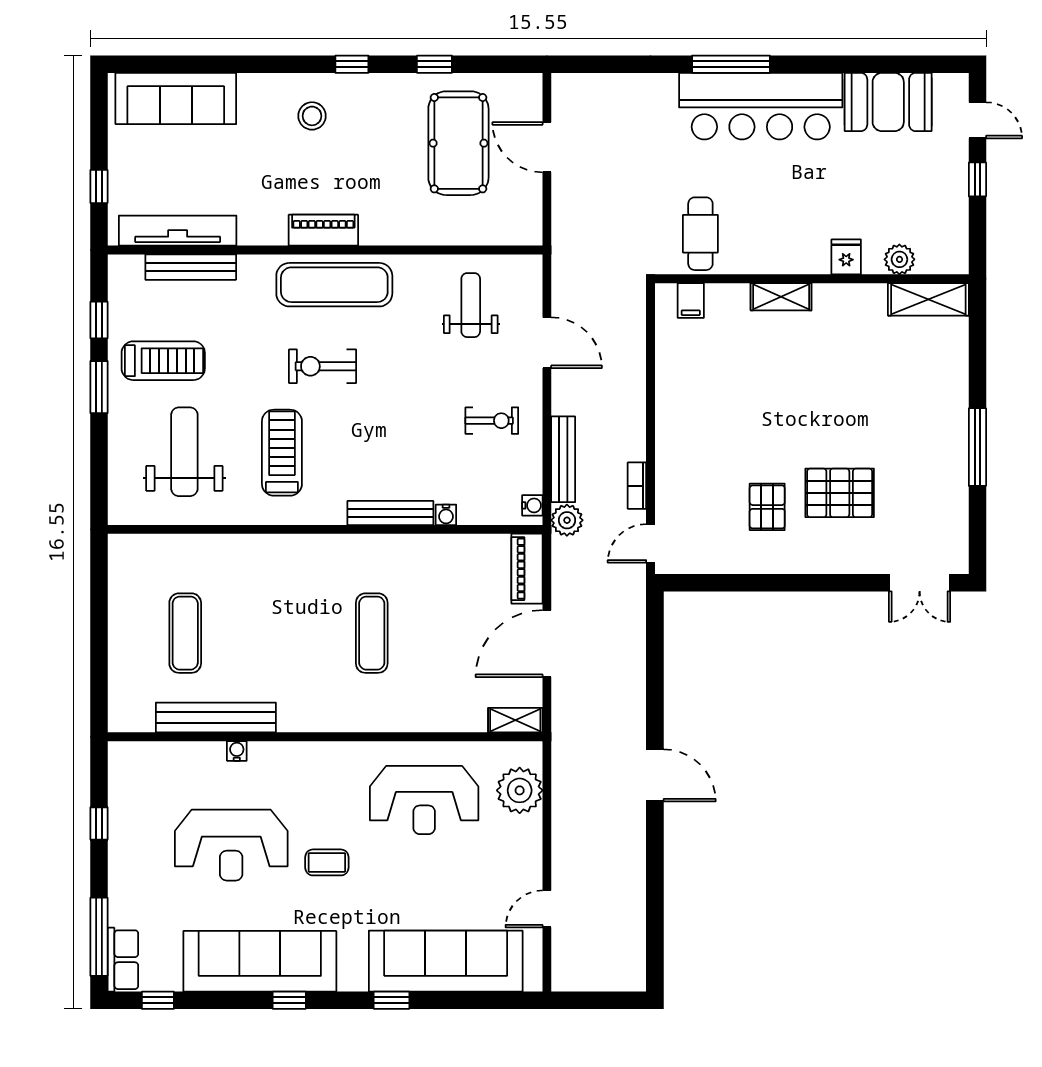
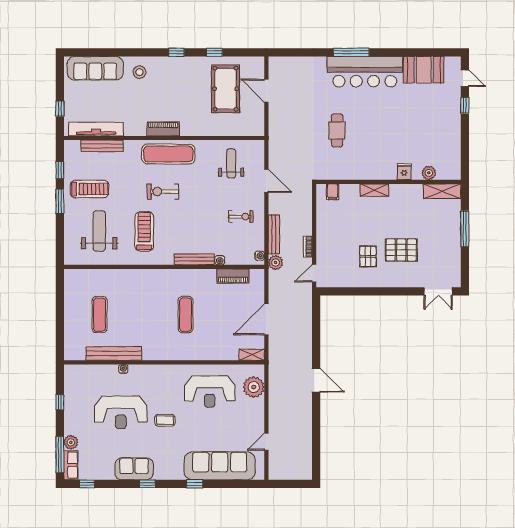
stool: (312, 116) -> (139, 72), moved
fridge: (846, 257) -> (404, 172), moved
plant: (899, 259) -> (429, 173), moved
wall: (812, 279) -> (388, 182), moved
shelving: (781, 297) -> (374, 190), moved
shelving: (928, 299) -> (442, 191), moved
filing cabinet: (691, 301) -> (333, 192), moved
piano: (527, 569) -> (233, 276), moved, turned -90
plant: (123, 910) -> (71, 442), added
sofa: (260, 961) -> (134, 469), width x0.54, depth x0.79

